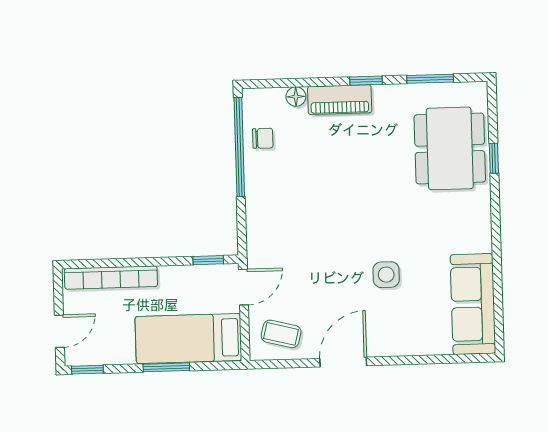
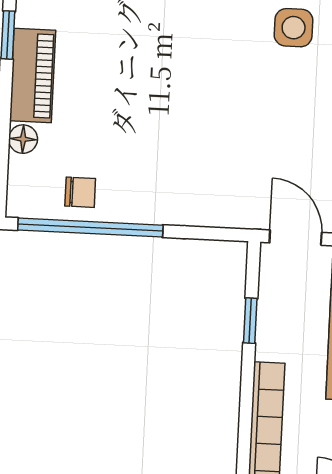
chair: (263, 138) -> (80, 192), turned 90
window: (208, 260) -> (250, 321), moved

